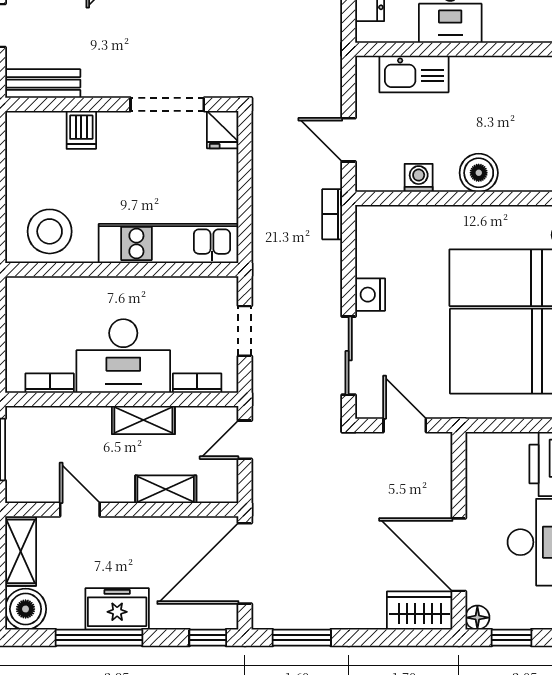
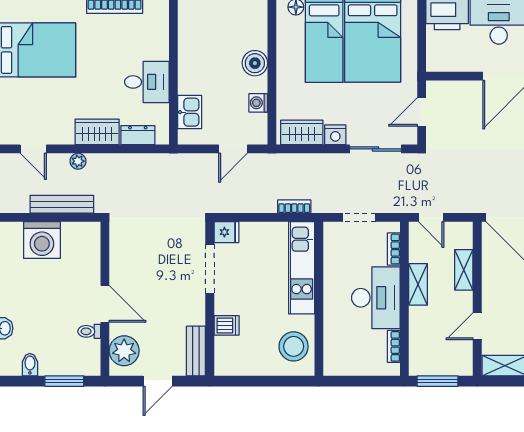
kitchen sink: (414, 74) -> (190, 112), width x0.73
bookcase: (332, 214) -> (294, 207), moved, turned 180
wardrobe: (374, 244) -> (302, 132), added

